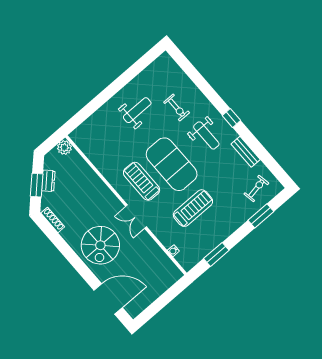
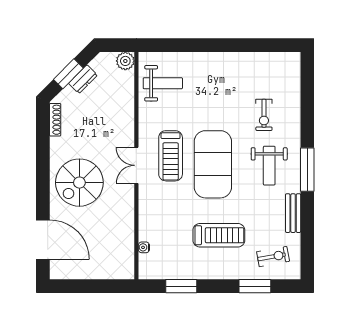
weight bench: (137, 110) -> (163, 83), moved
window: (231, 118) -> (307, 170), width x2.17
treadmill: (142, 181) -> (171, 156), turned 180
treadmill: (193, 208) -> (219, 235), moved
double door: (136, 217) -> (136, 165), moved

